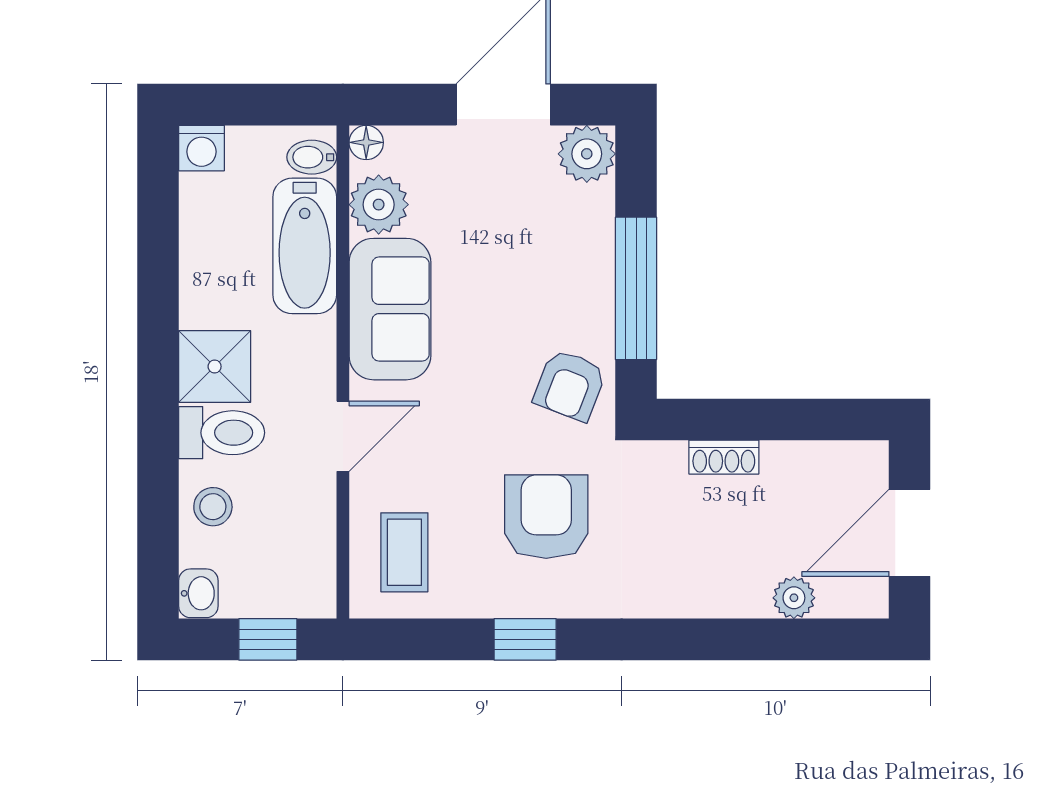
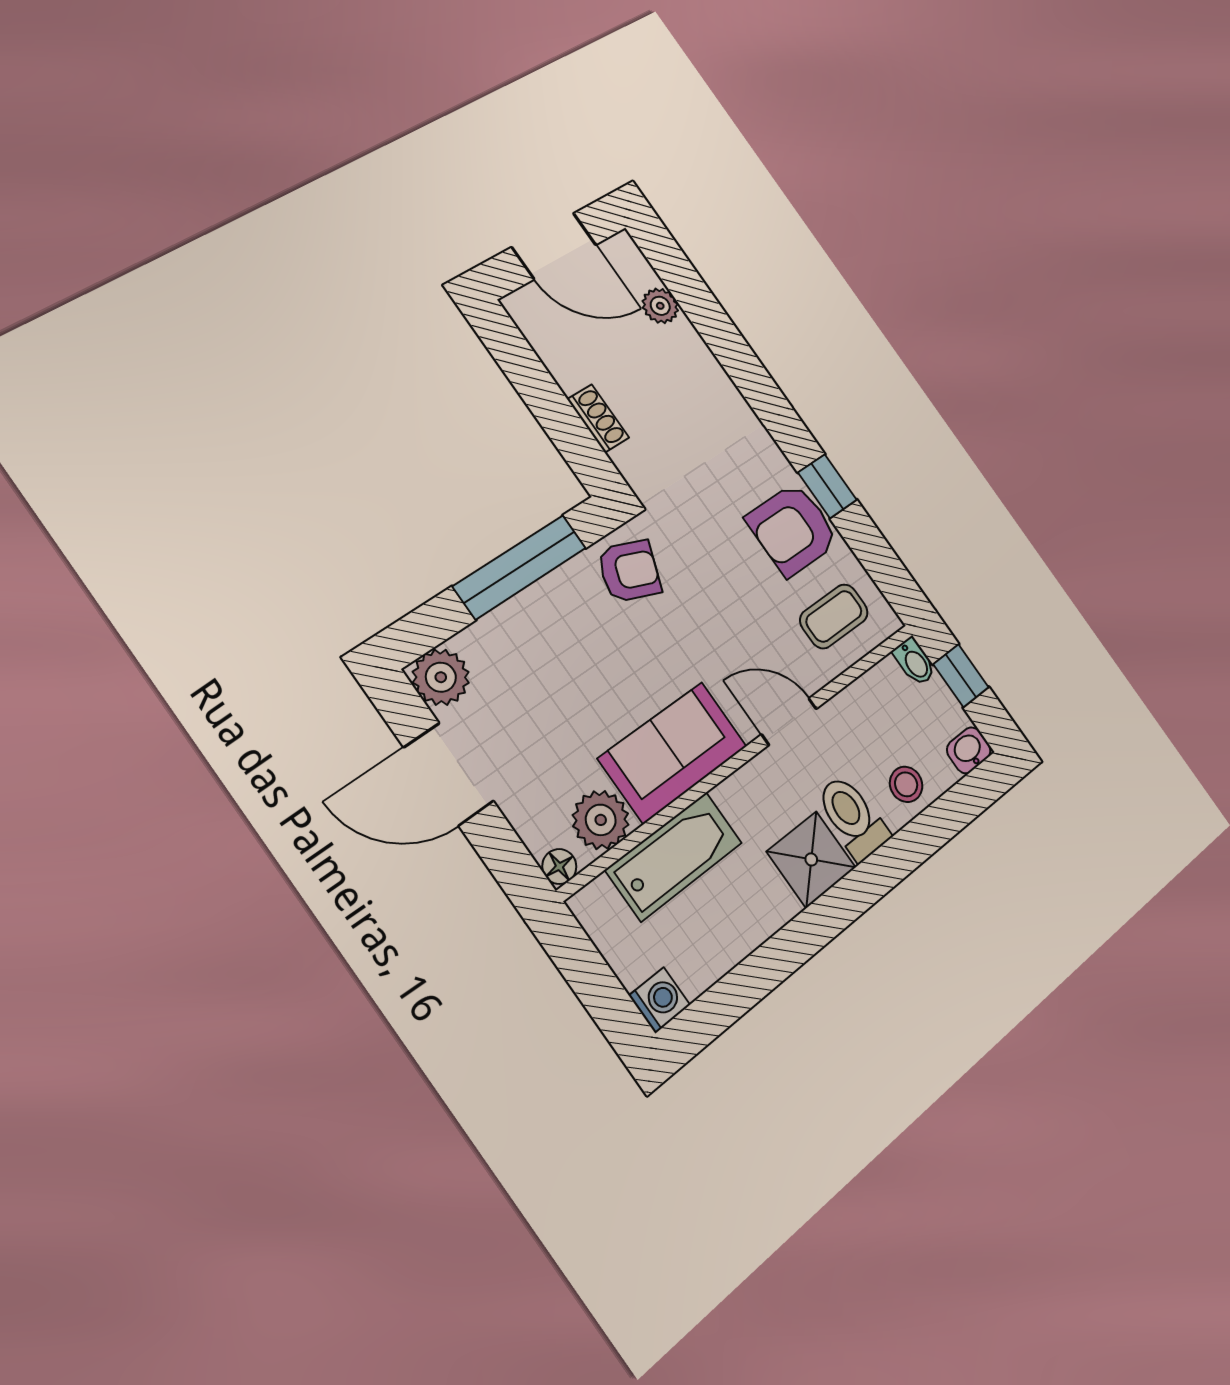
bidet: (312, 157) -> (915, 662), moved
armchair: (546, 517) -> (793, 529), moved

